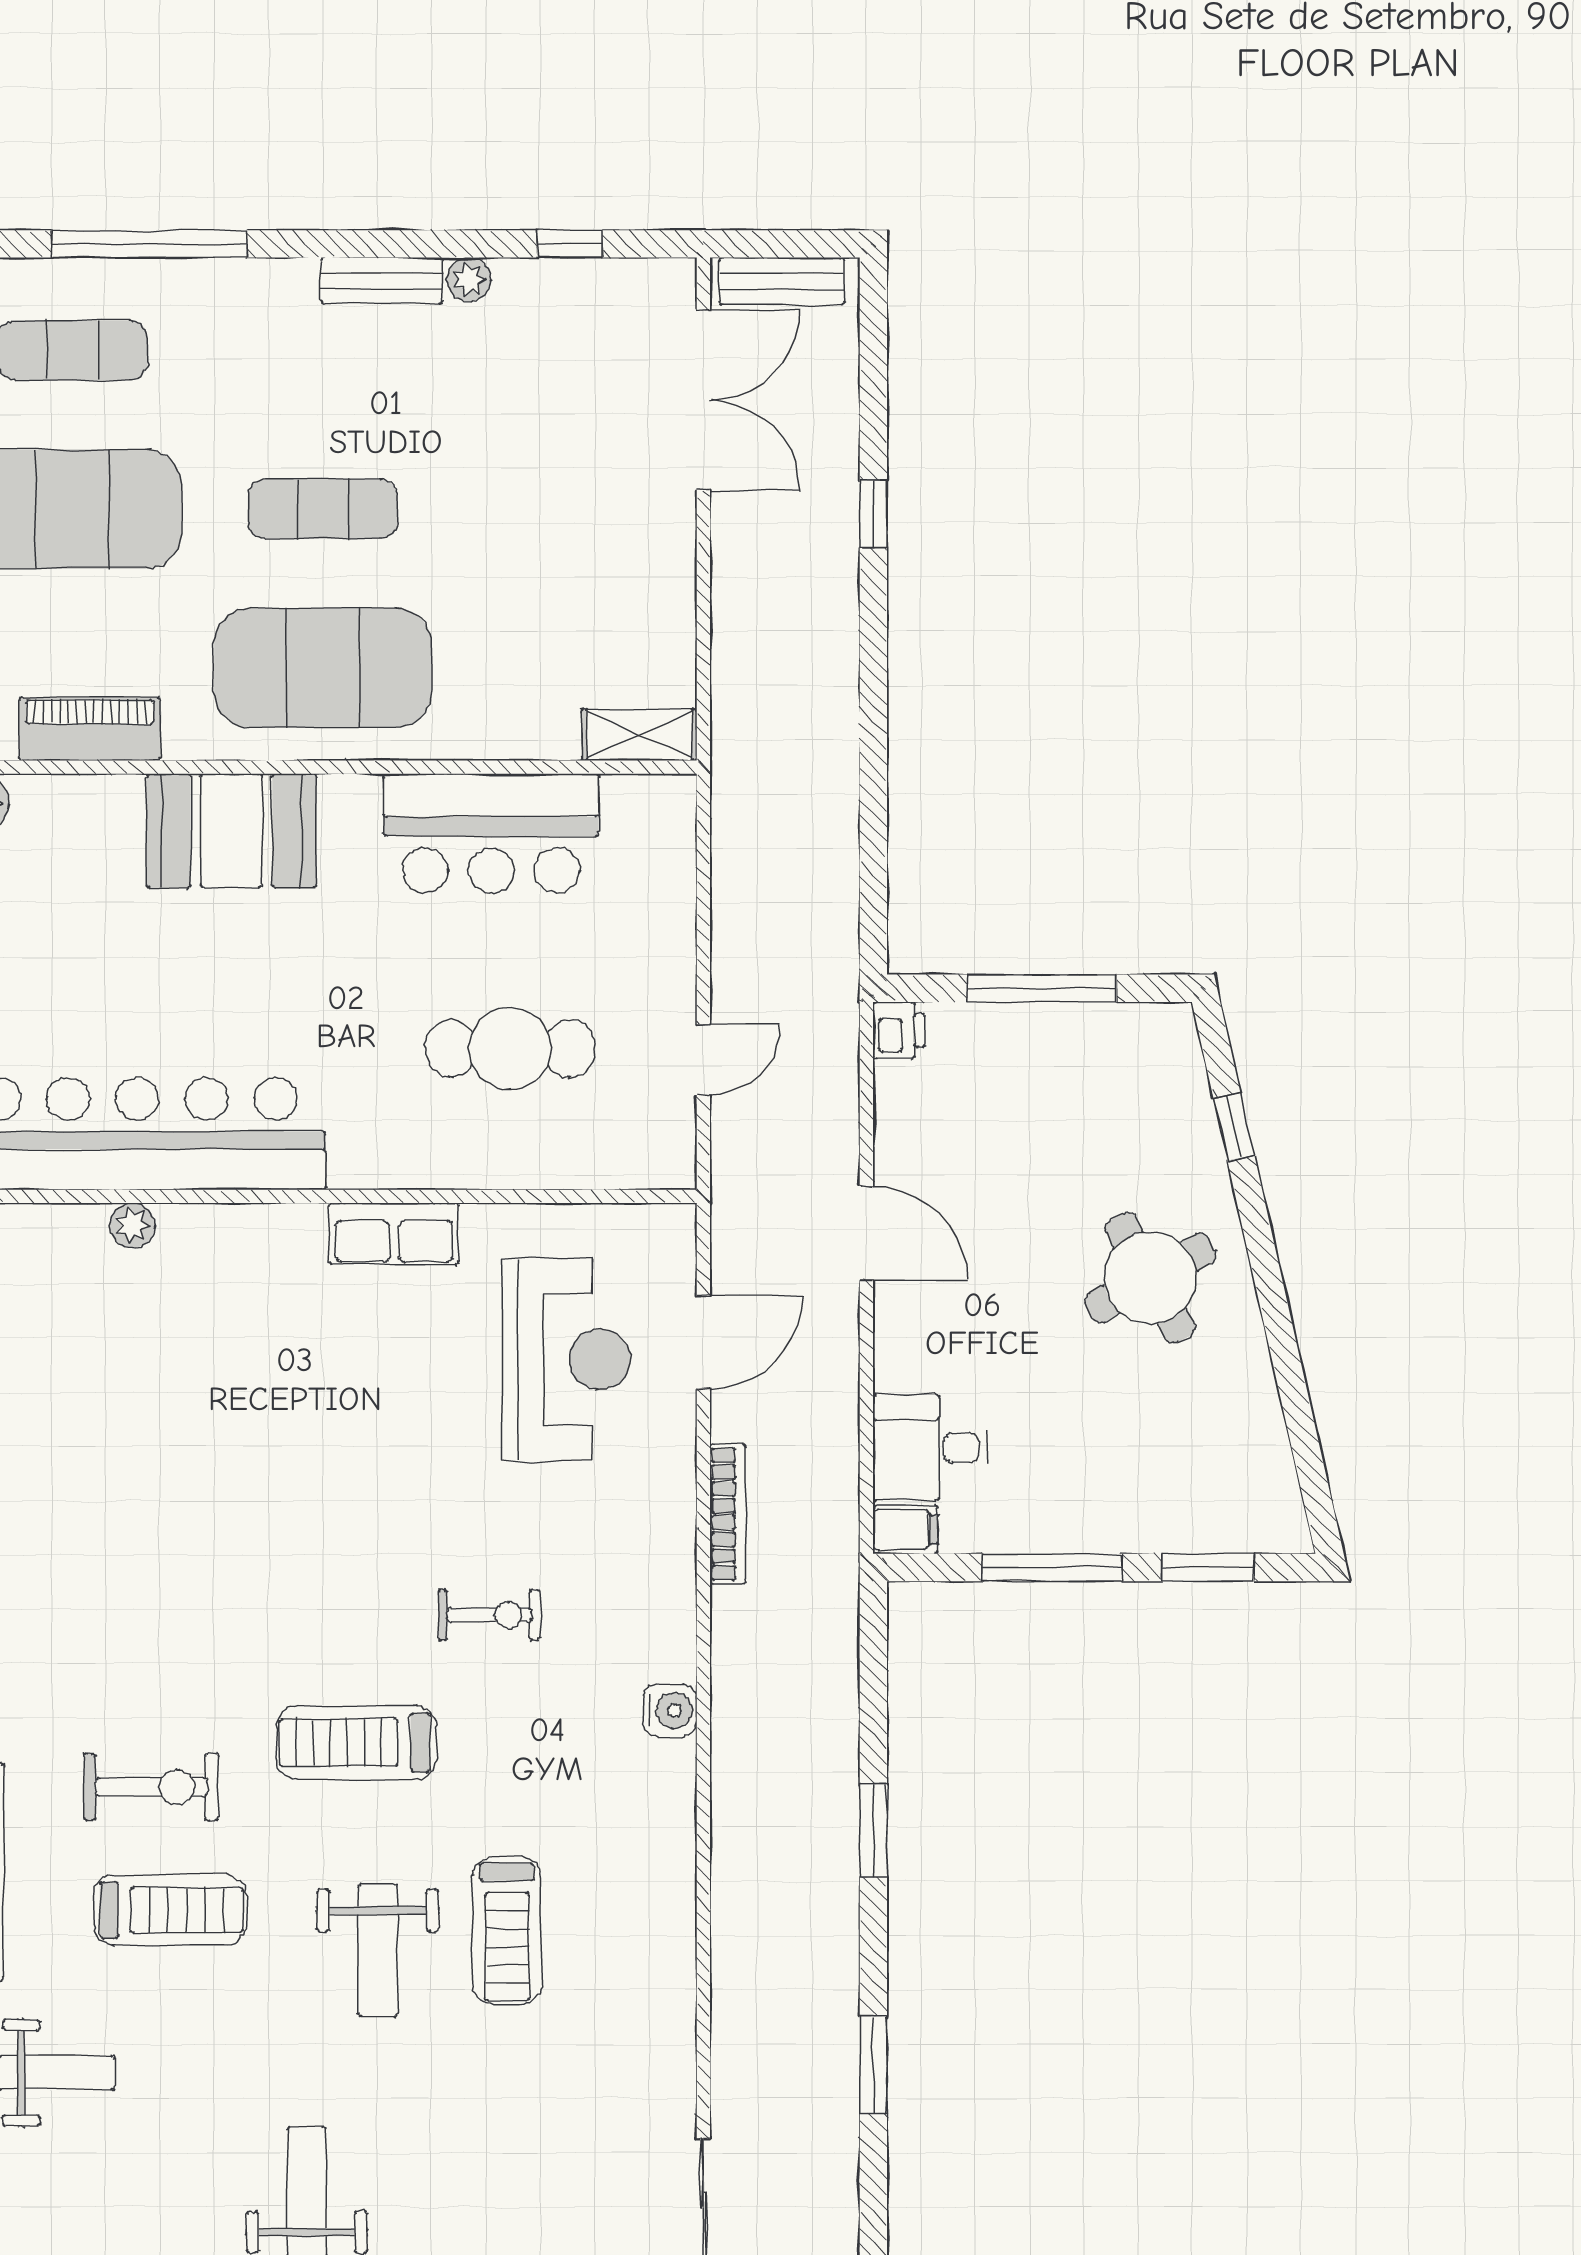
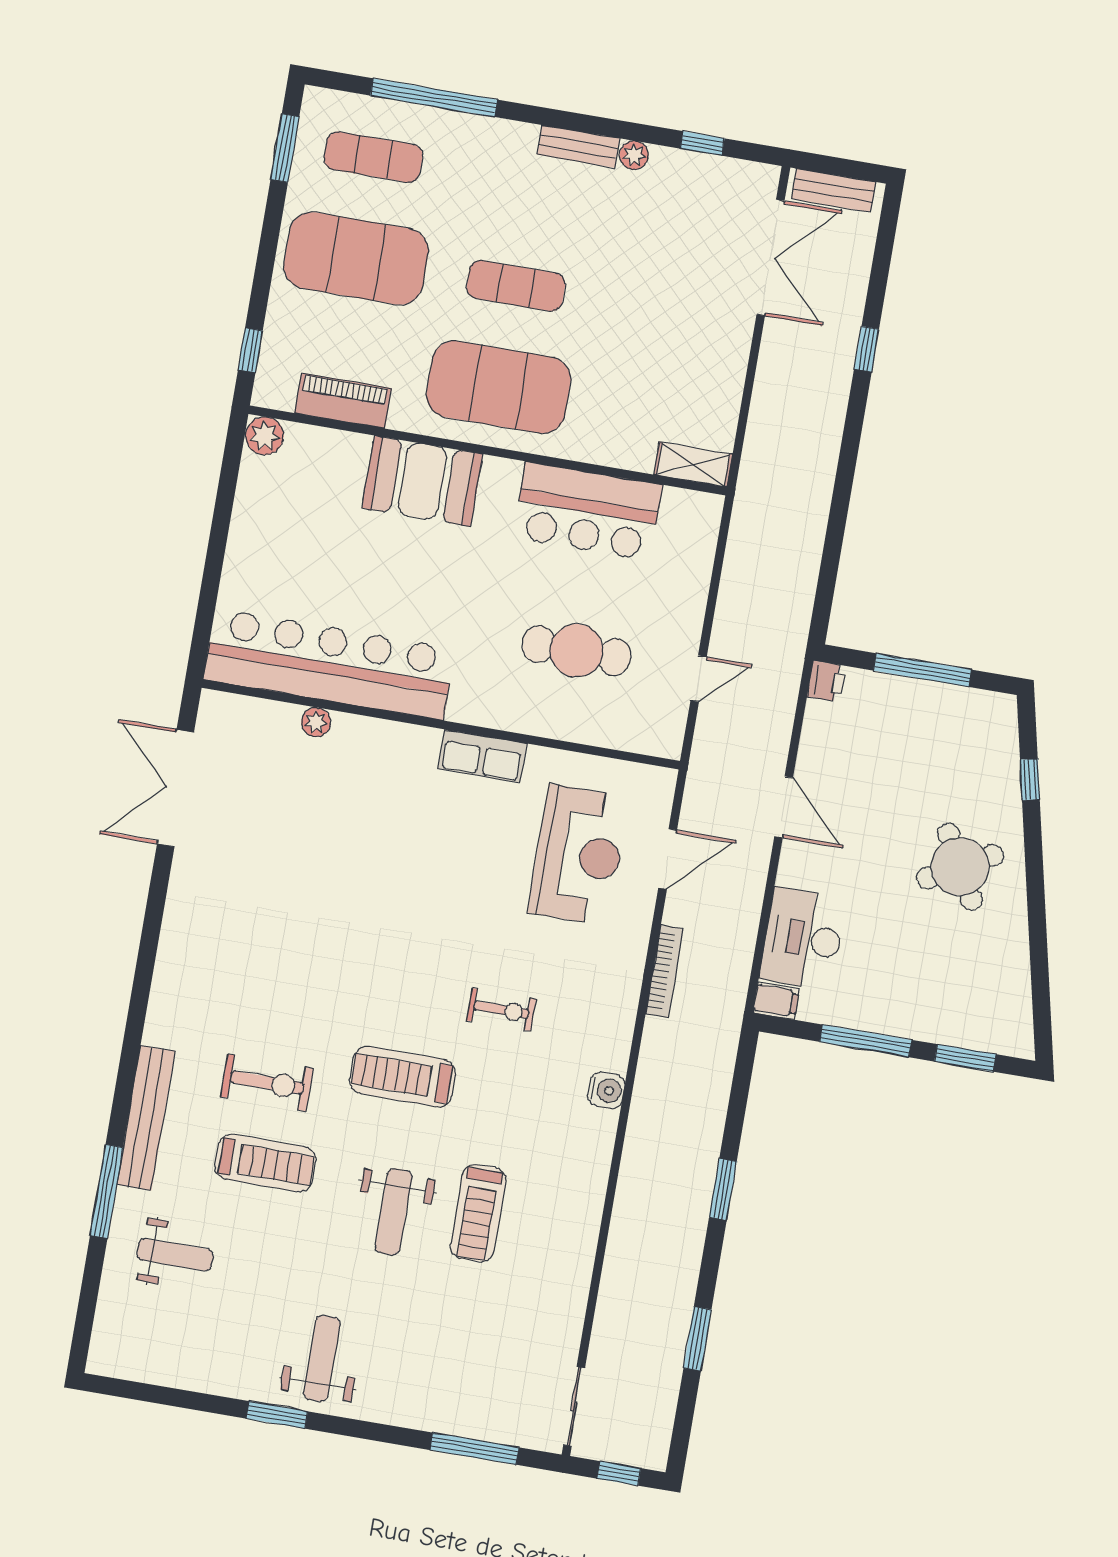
desk: (930, 1448) -> (803, 939), width x1.37

